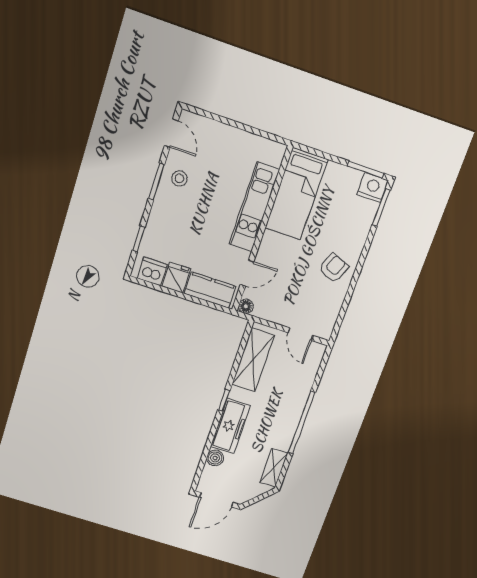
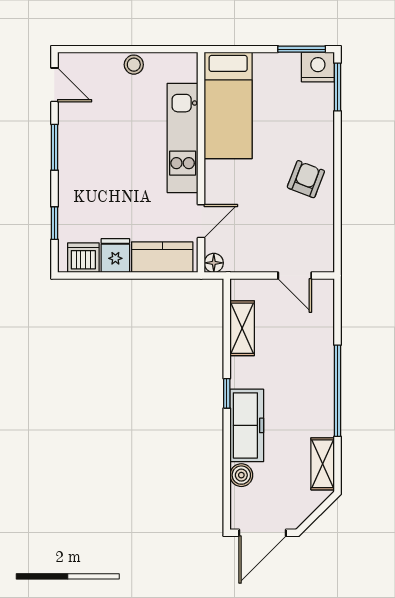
stool: (179, 178) -> (134, 65), moved
shelving: (253, 360) -> (242, 328), width x0.67, depth x0.75

